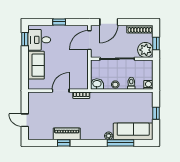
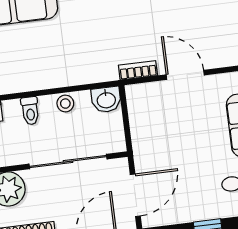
door: (61, 91) -> (185, 75), swing flipped

